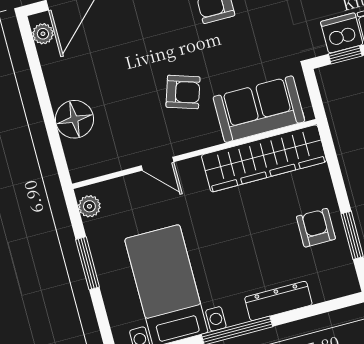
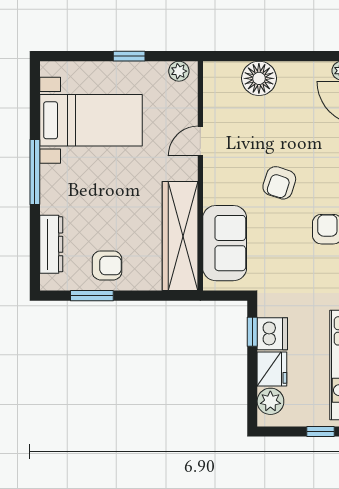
armchair: (183, 92) -> (279, 183), moved
window: (88, 263) -> (129, 56), width x0.67
dresser: (278, 301) -> (51, 244), moved

